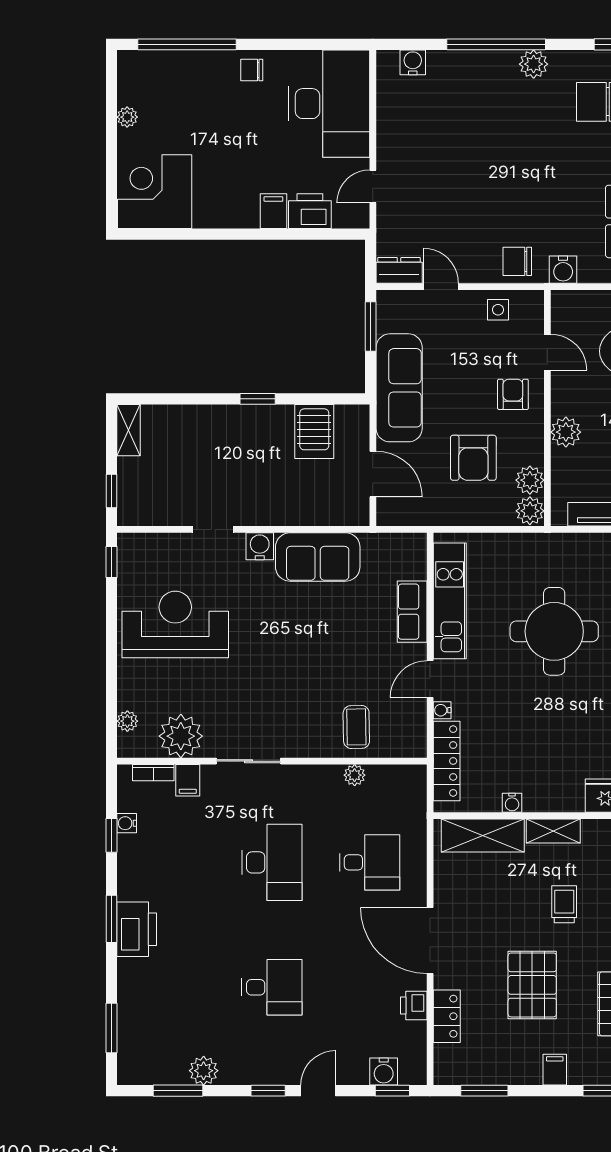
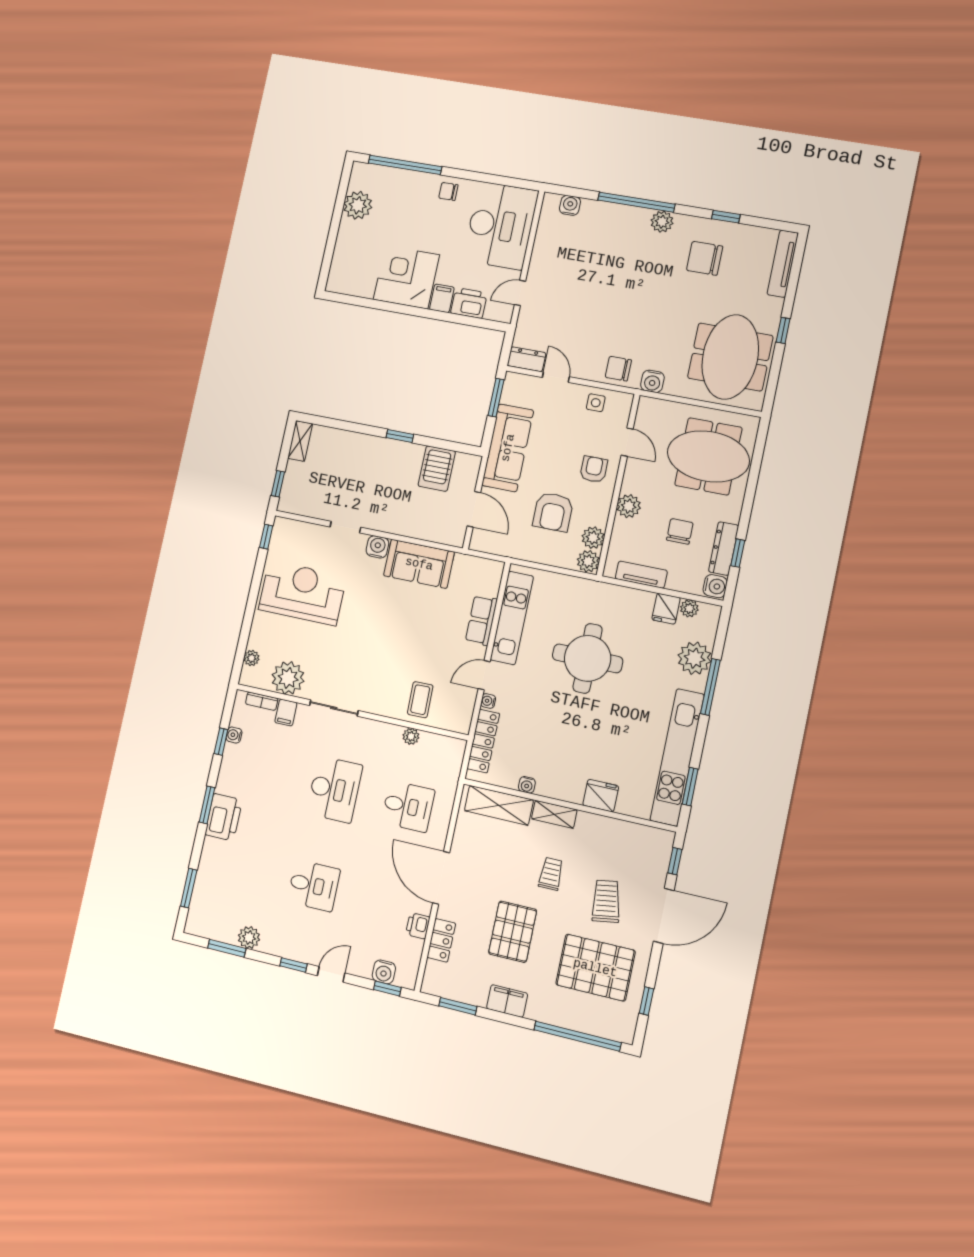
plant: (127, 117) -> (358, 205), width x1.88, depth x1.88
corner desk: (155, 192) -> (406, 277), moved
filing cabinet: (555, 1070) -> (507, 1001), width x2.00

